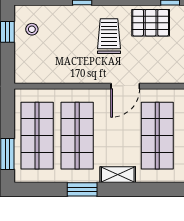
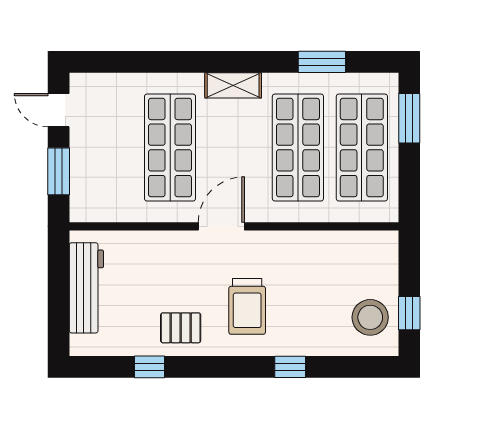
pallet: (151, 23) -> (181, 328), width x0.67, depth x0.71
stool: (32, 29) -> (370, 317), width x1.89, depth x1.89
window: (82, 189) -> (322, 62), moved

